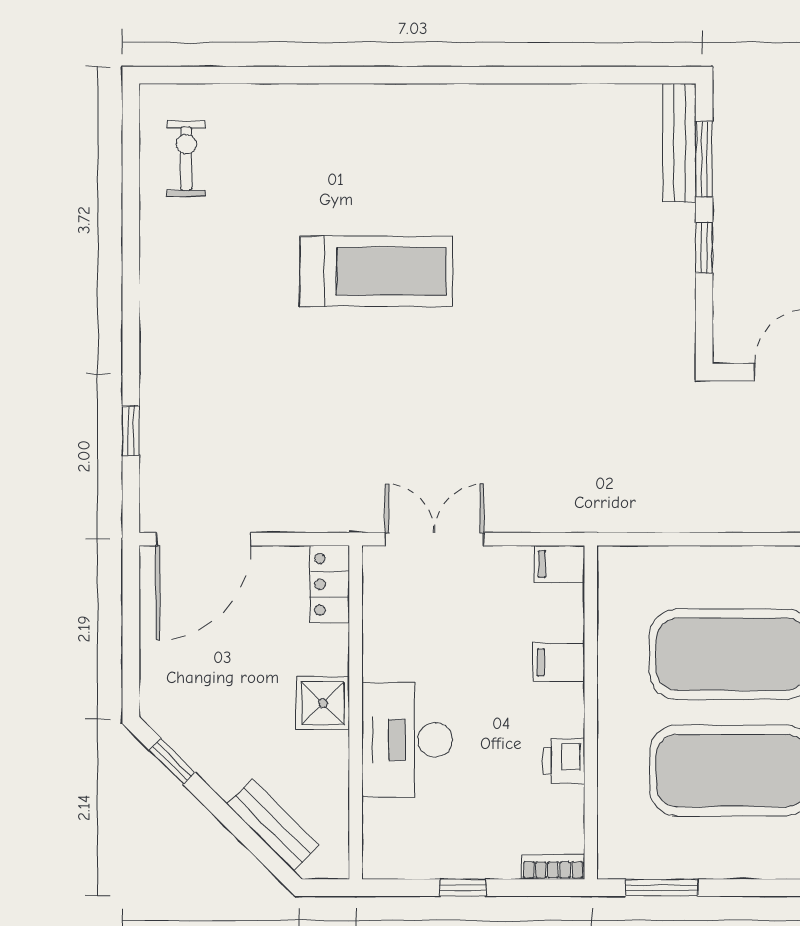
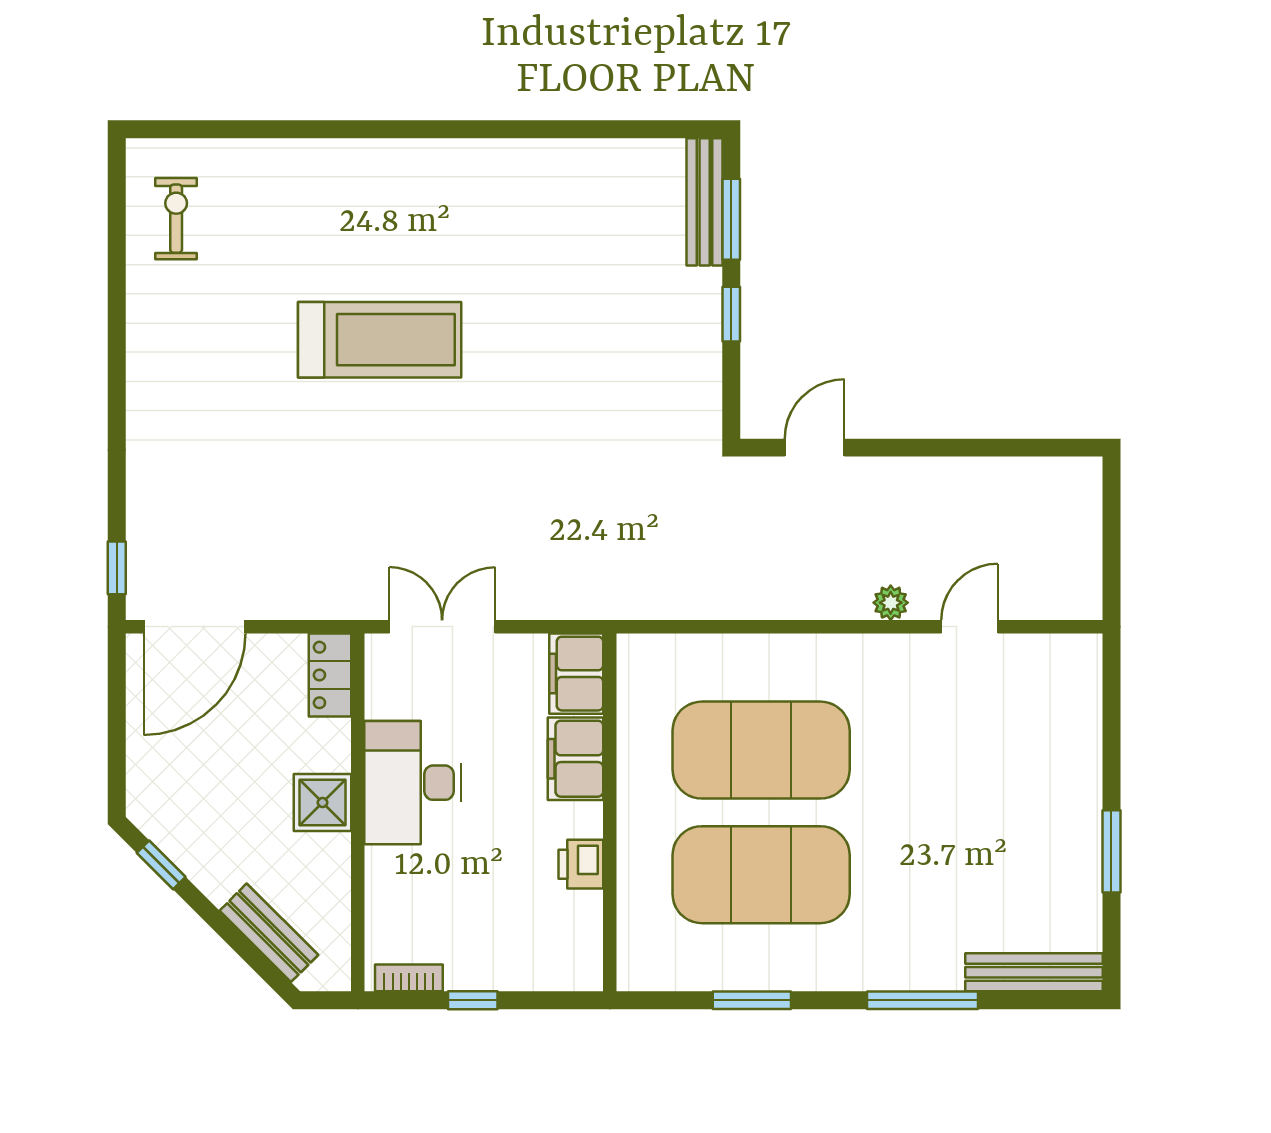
window: (131, 431) -> (117, 568), moved
filing cabinet: (560, 564) -> (576, 674), width x2.00
filing cabinet: (559, 662) -> (575, 759), width x2.00
desk: (407, 740) -> (413, 783), moved
bookcase: (553, 867) -> (409, 978), moved
window: (662, 888) -> (752, 1000), moved

